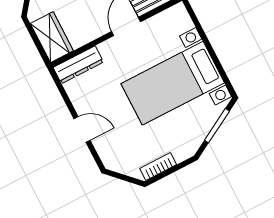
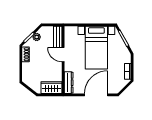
door: (82, 129) -> (96, 95), width x1.88

